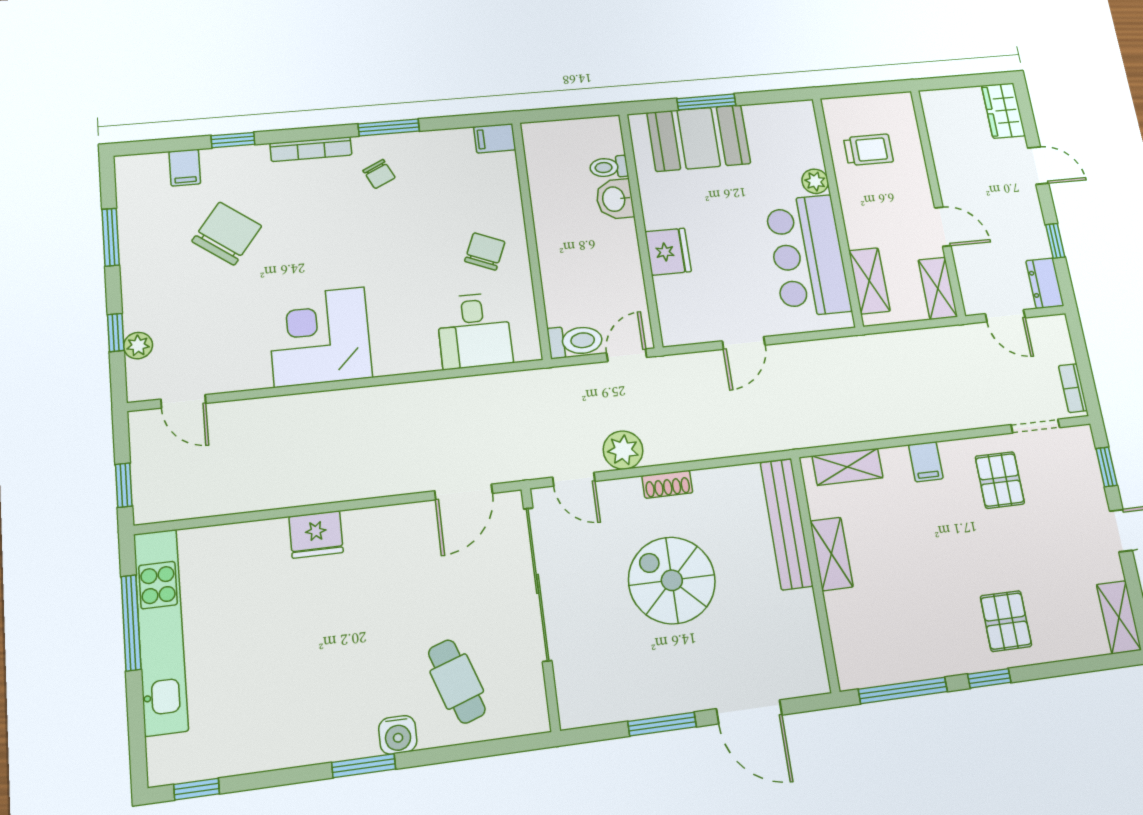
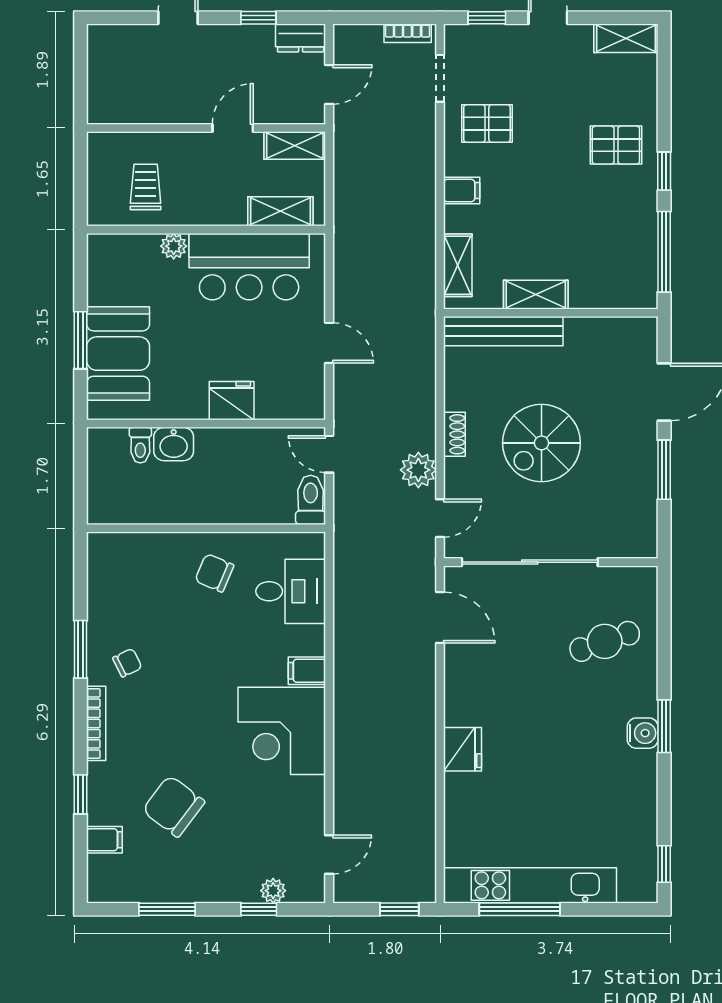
wardrobe: (1003, 111) -> (116, 41), removed
filing cabinet: (495, 138) -> (307, 671), moved, turned 90
water cooler: (398, 735) -> (643, 733), moved

